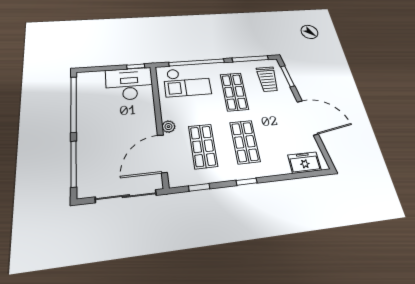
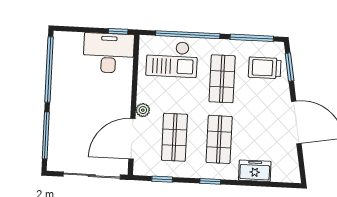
trolley: (267, 79) -> (265, 68), turned 90
freezer: (304, 163) -> (255, 171), moved

